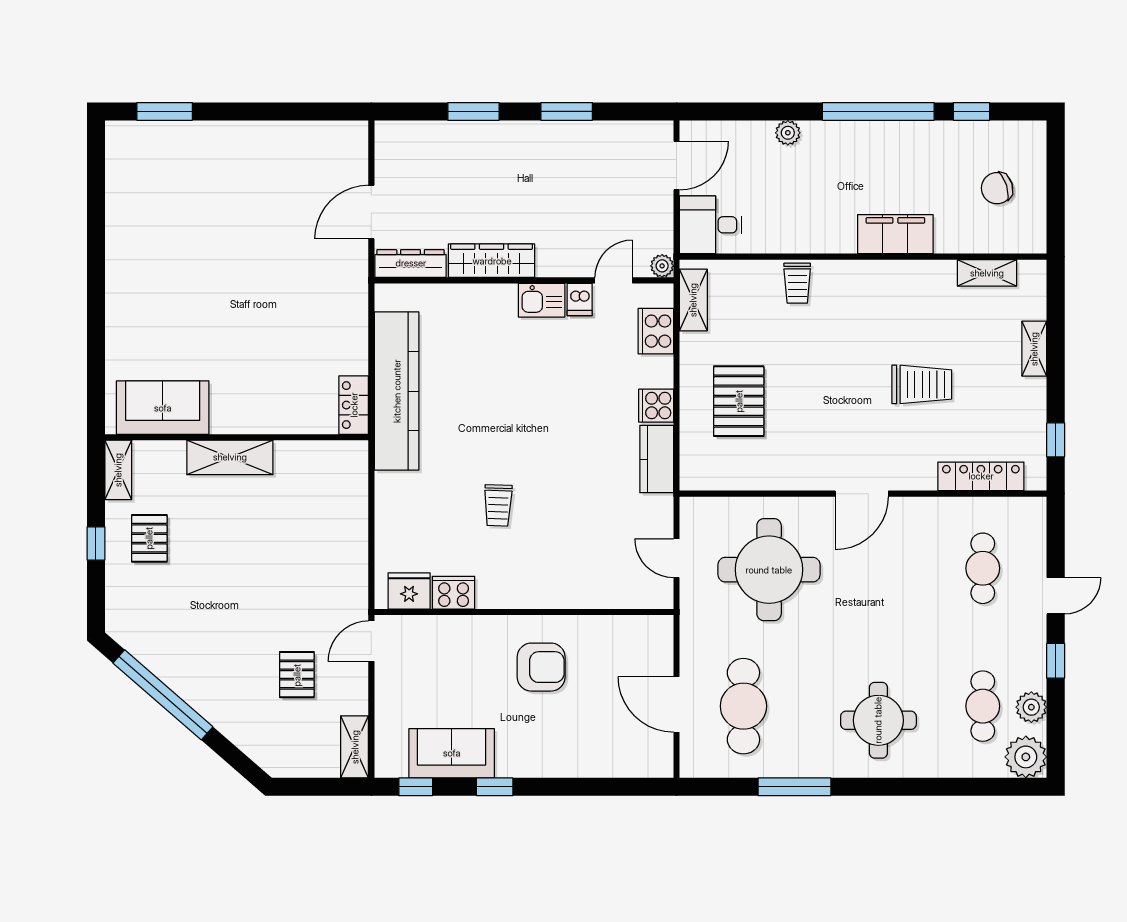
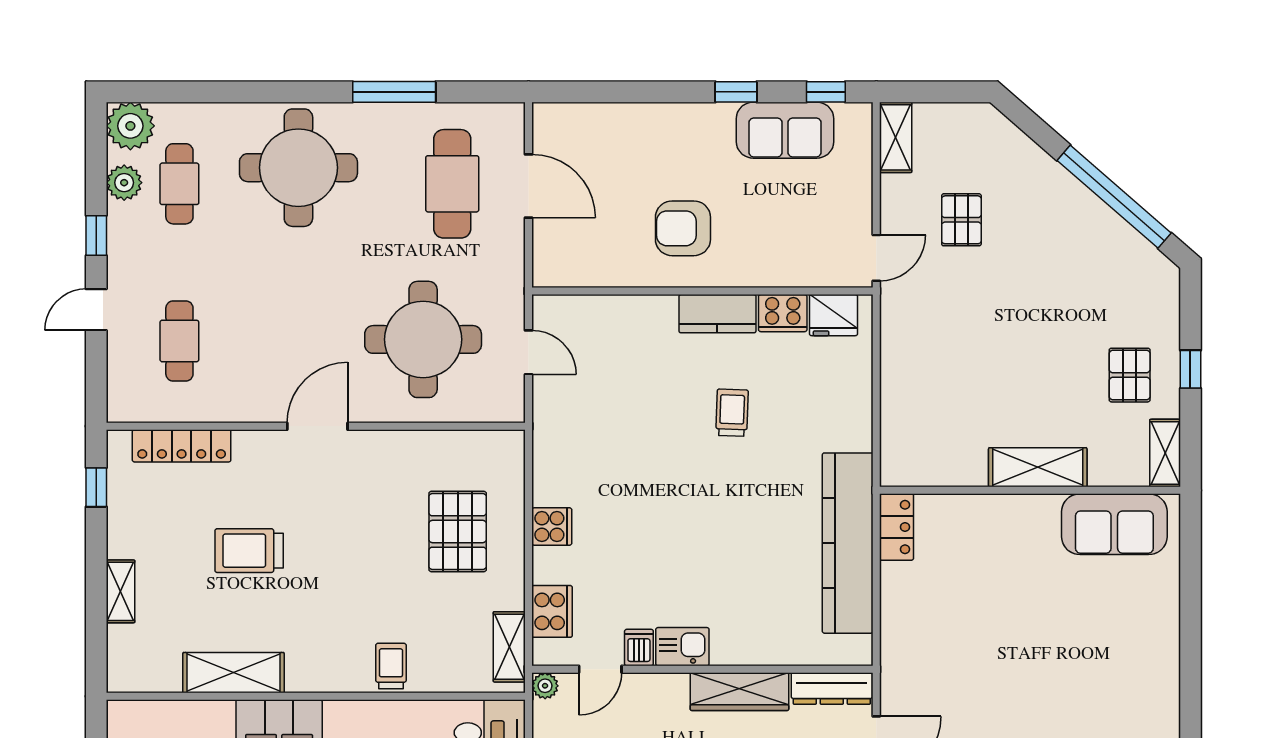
shelving: (987, 273) -> (233, 673), moved, width x1.50, depth x1.33
kitchen counter: (657, 459) -> (717, 314), moved, turned 90
round table: (878, 720) -> (298, 168), width x1.36, depth x1.36

